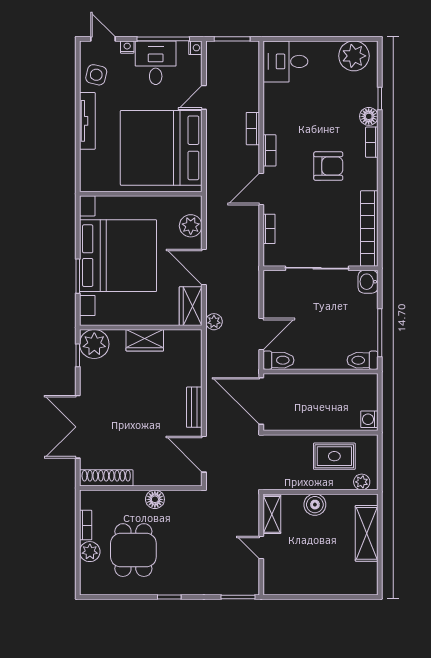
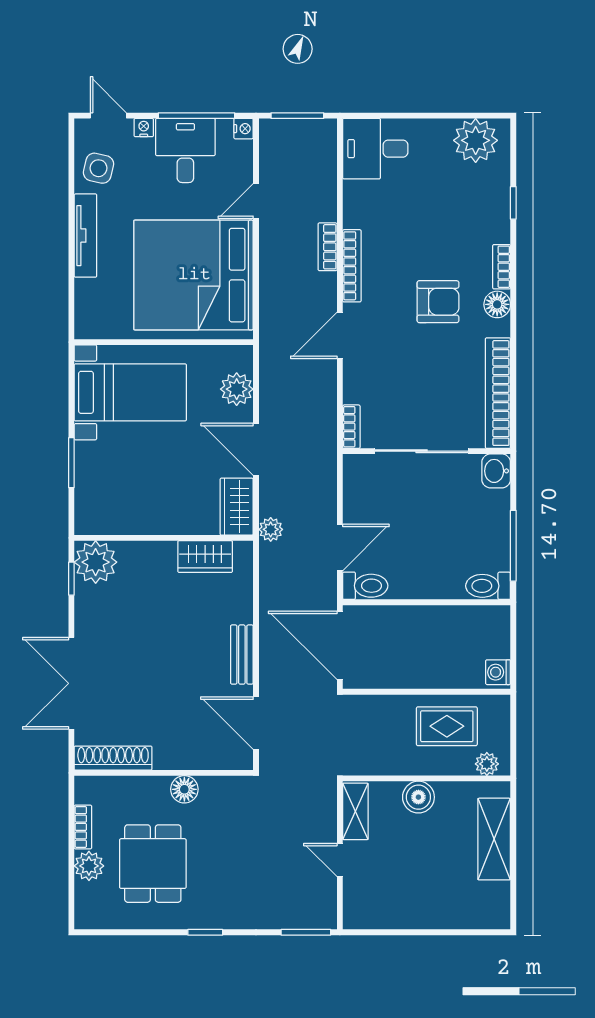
floor lamp: (369, 116) -> (497, 304), moved
bookcase: (269, 150) -> (352, 266), width x1.56
bookcase: (269, 229) -> (351, 427), moved
bed with nightstands: (118, 256) -> (130, 392), width x0.54
wardrobe: (145, 340) -> (205, 557), moved

